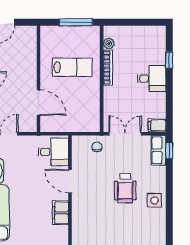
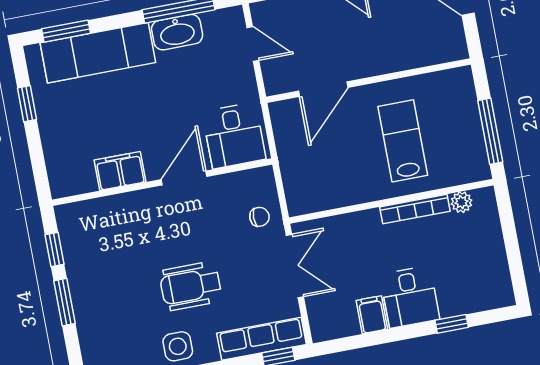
lab bench: (72, 67) -> (403, 141), turned 180
filing cabinet: (157, 125) -> (372, 315), moved
row of seats: (159, 150) -> (262, 339), width x1.48

